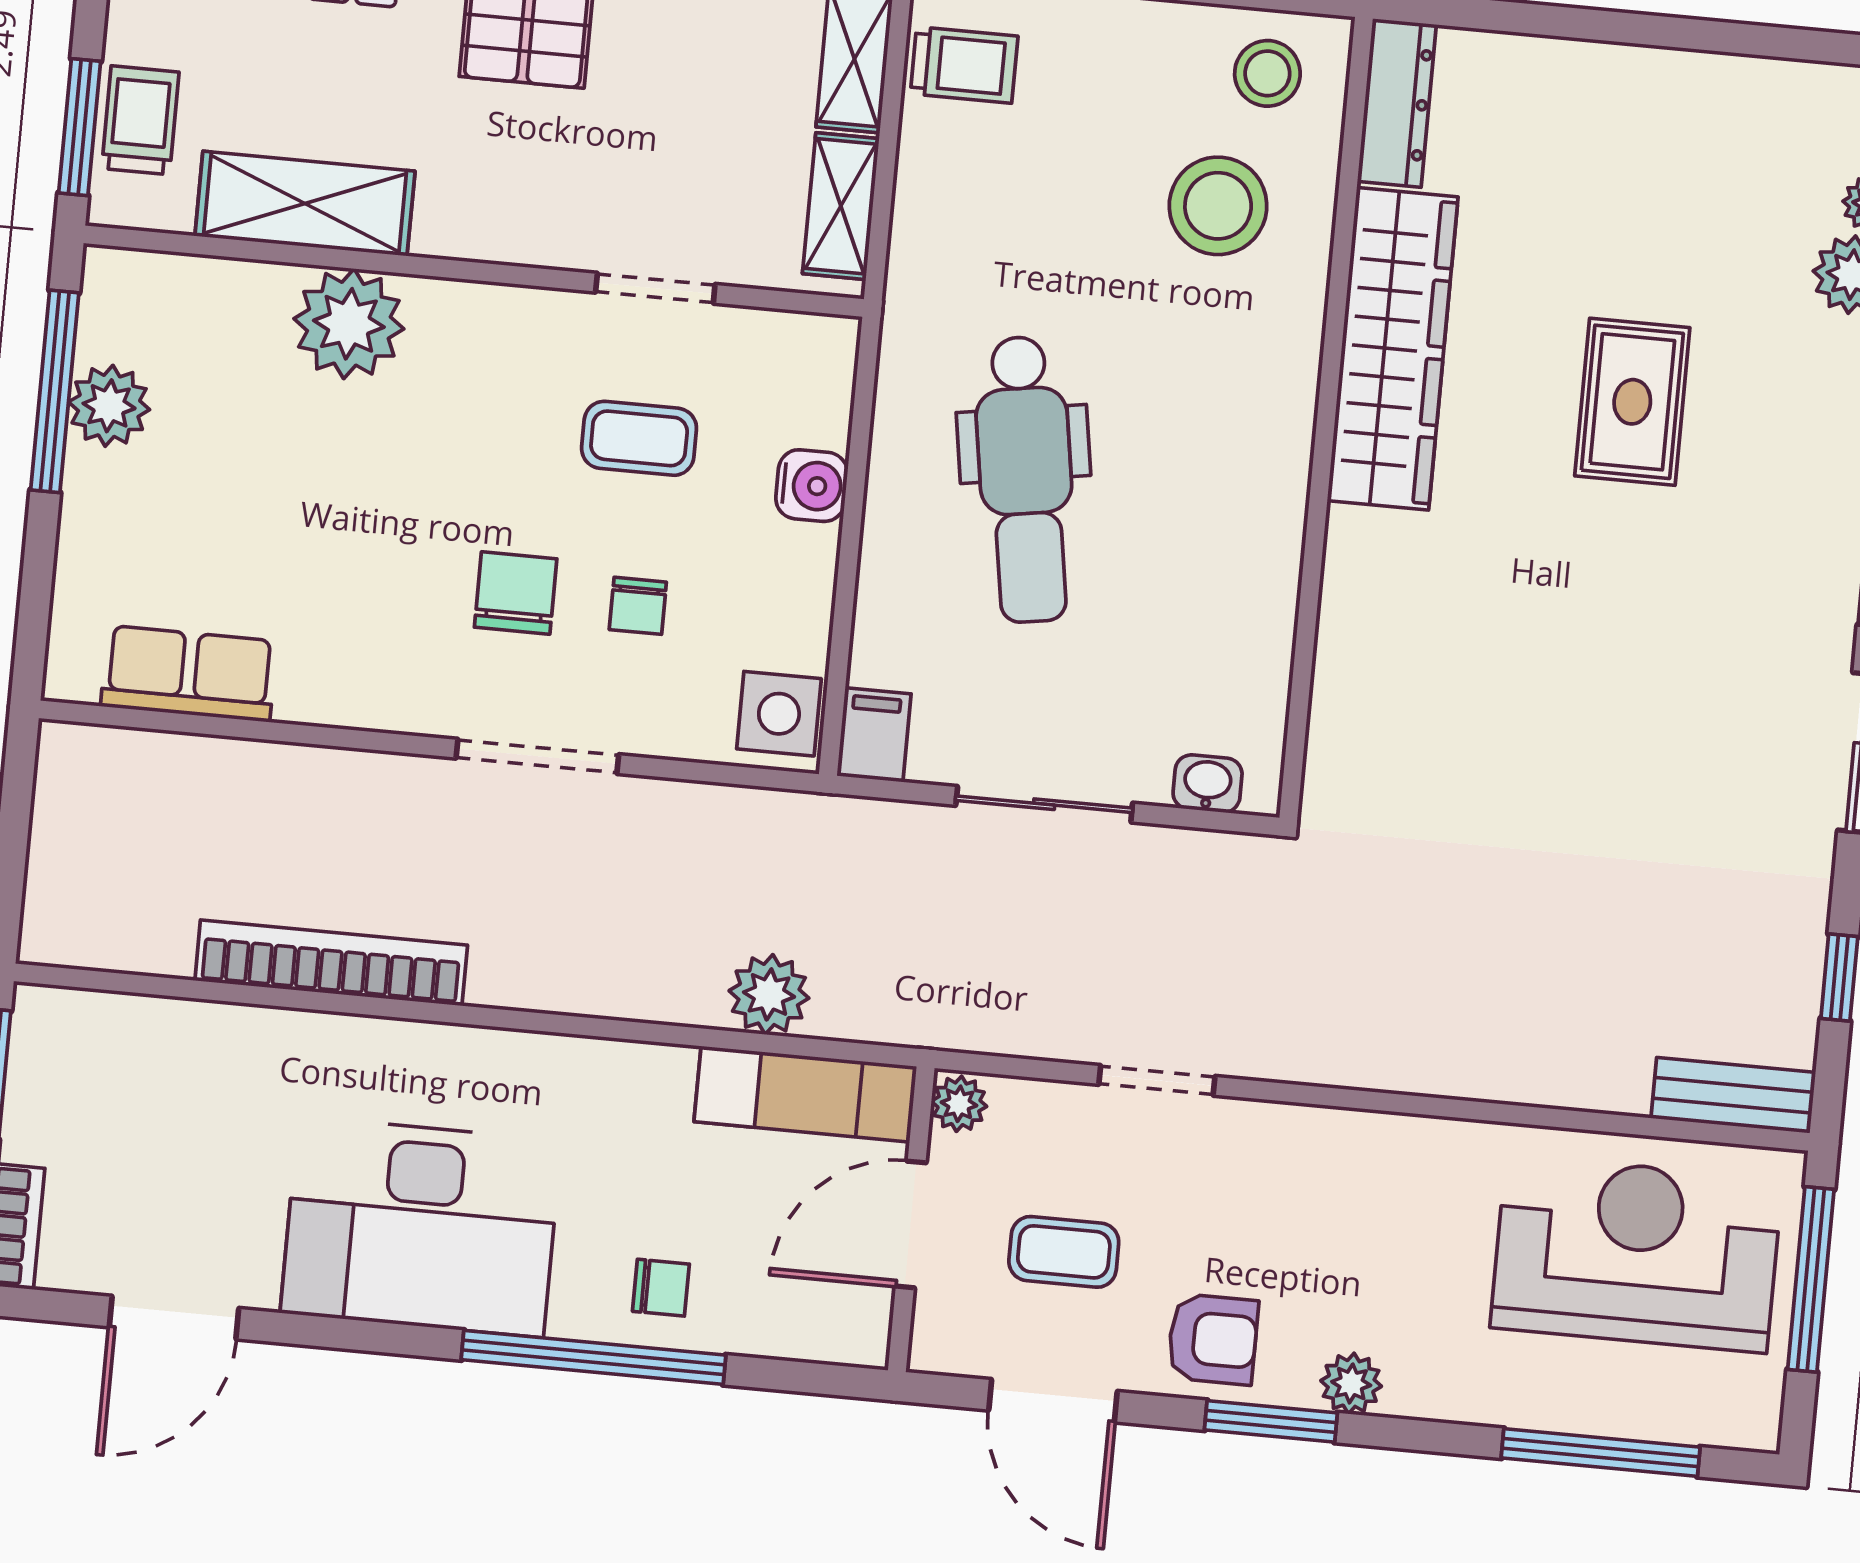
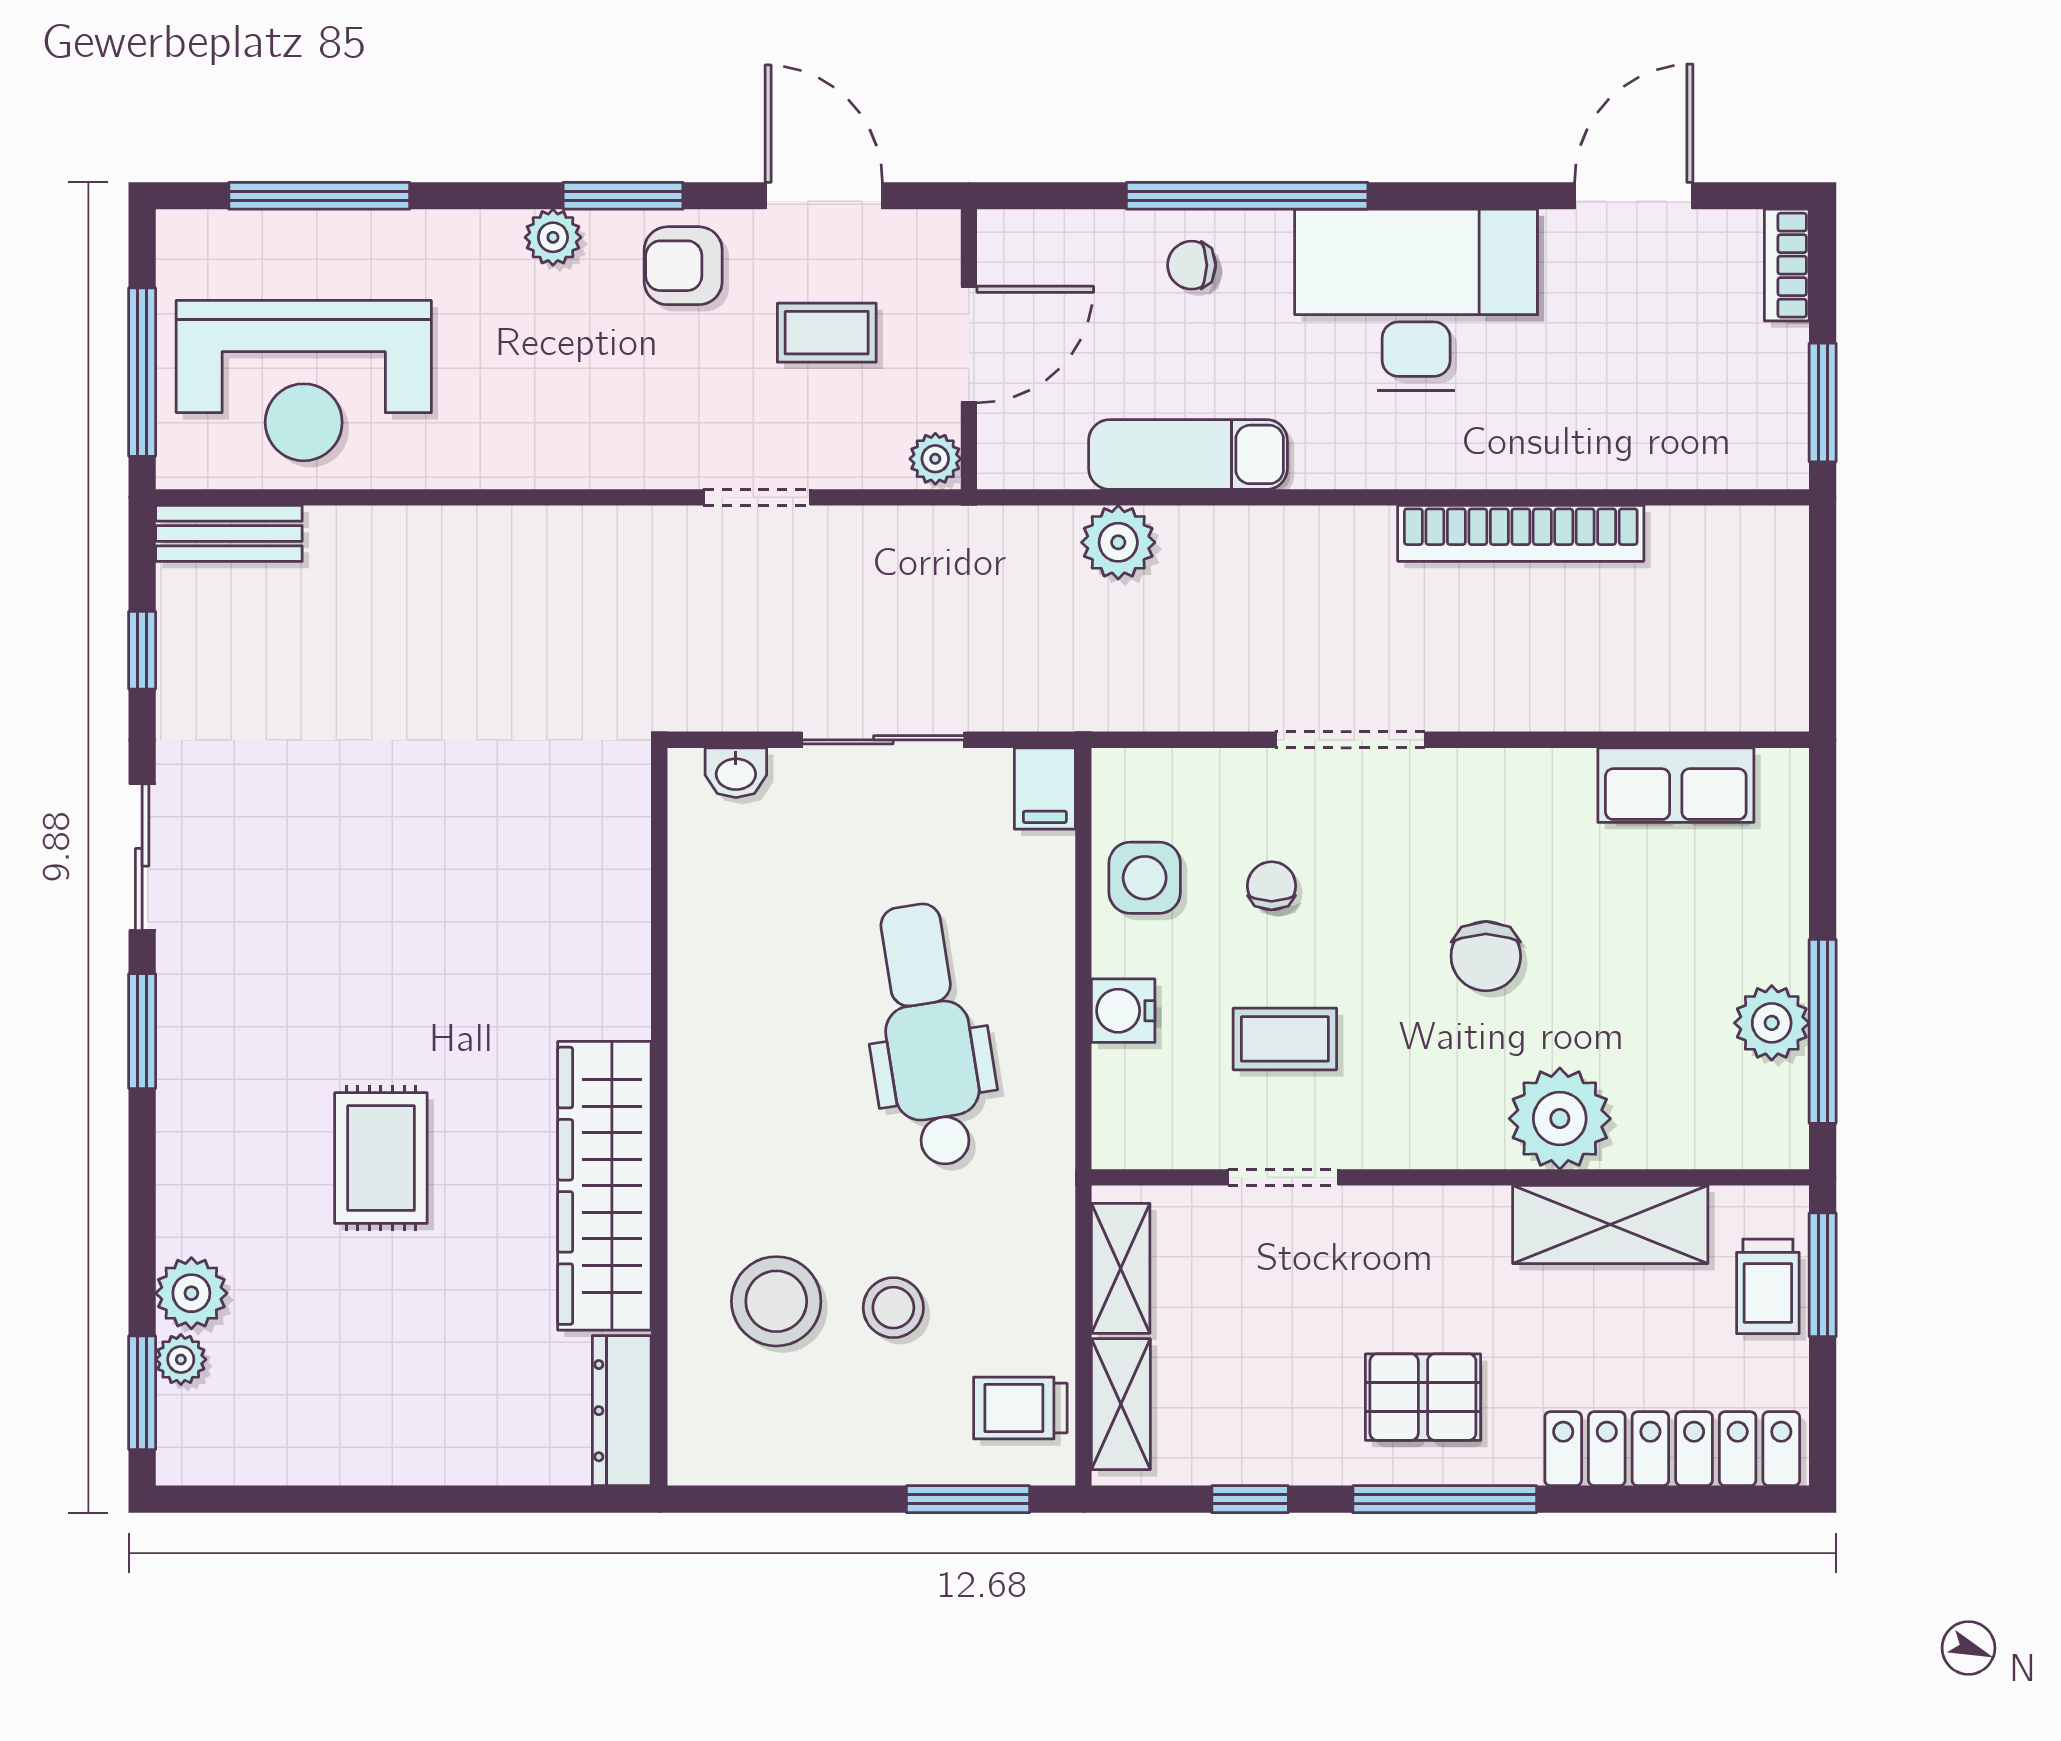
stool: (1267, 73) -> (893, 1308), moved
chair: (516, 593) -> (1486, 956), moved
side table: (779, 714) -> (1145, 878), moved
exam couch: (805, 1094) -> (1188, 454), moved

